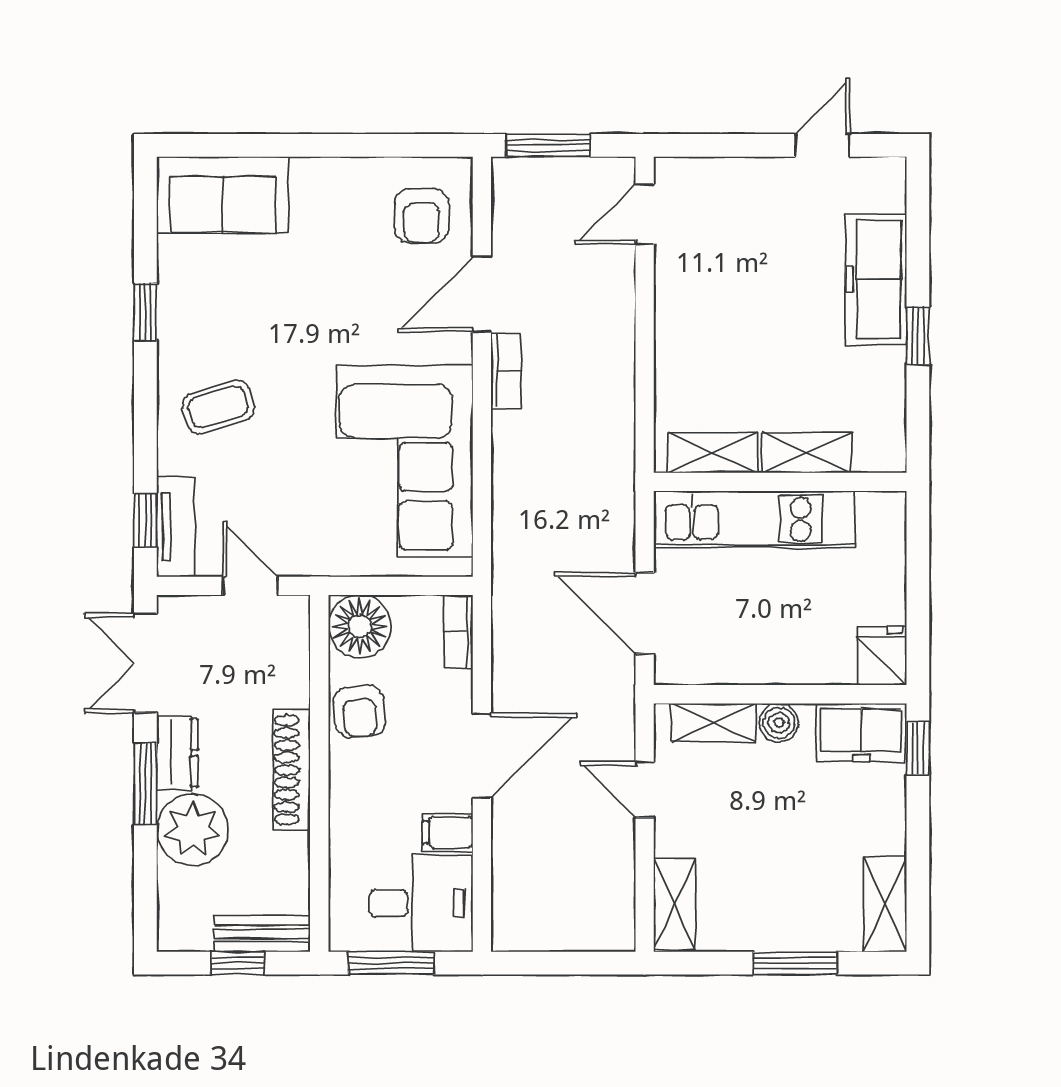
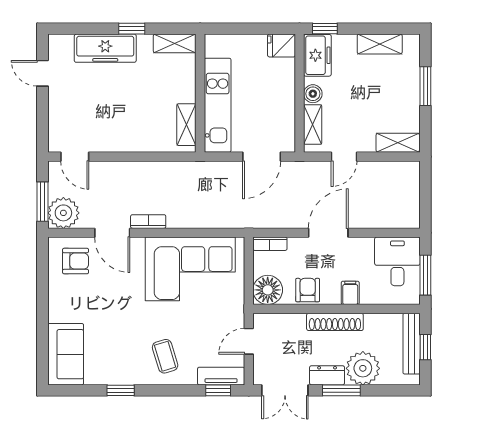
plant: (524, 190) -> (63, 213), added
shelving: (807, 453) -> (175, 43), moved, turned 90
armchair: (360, 712) -> (308, 290), turned -85
door: (482, 756) -> (328, 233), hinge flipped
filing cabinet: (448, 832) -> (350, 293), moved, turned 180
shelving: (885, 904) -> (380, 44), moved
bench: (262, 934) -> (412, 344), width x1.36

